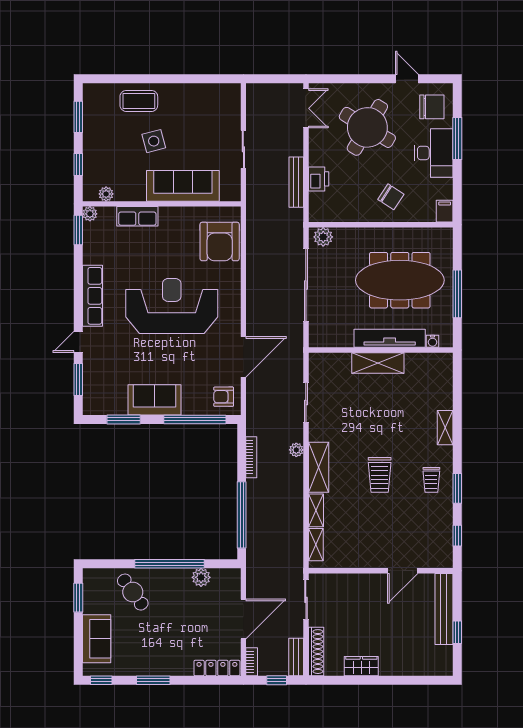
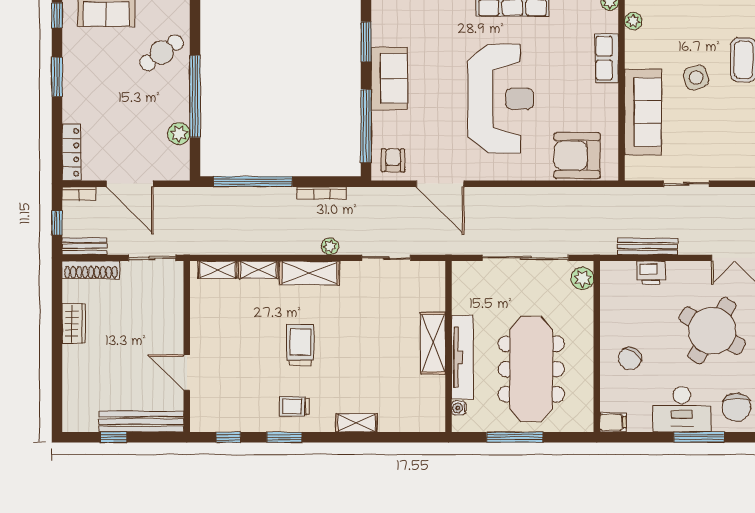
trolley: (380, 475) -> (300, 345), turned 90

